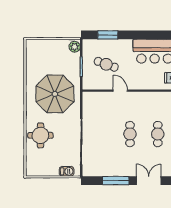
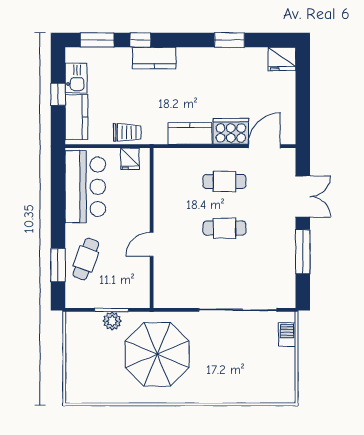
plant: (75, 47) -> (112, 321), moved
cafe table: (106, 64) -> (86, 259), moved
round table: (40, 135) -> (227, 378), removed
double door: (149, 181) -> (303, 196), swing flipped

